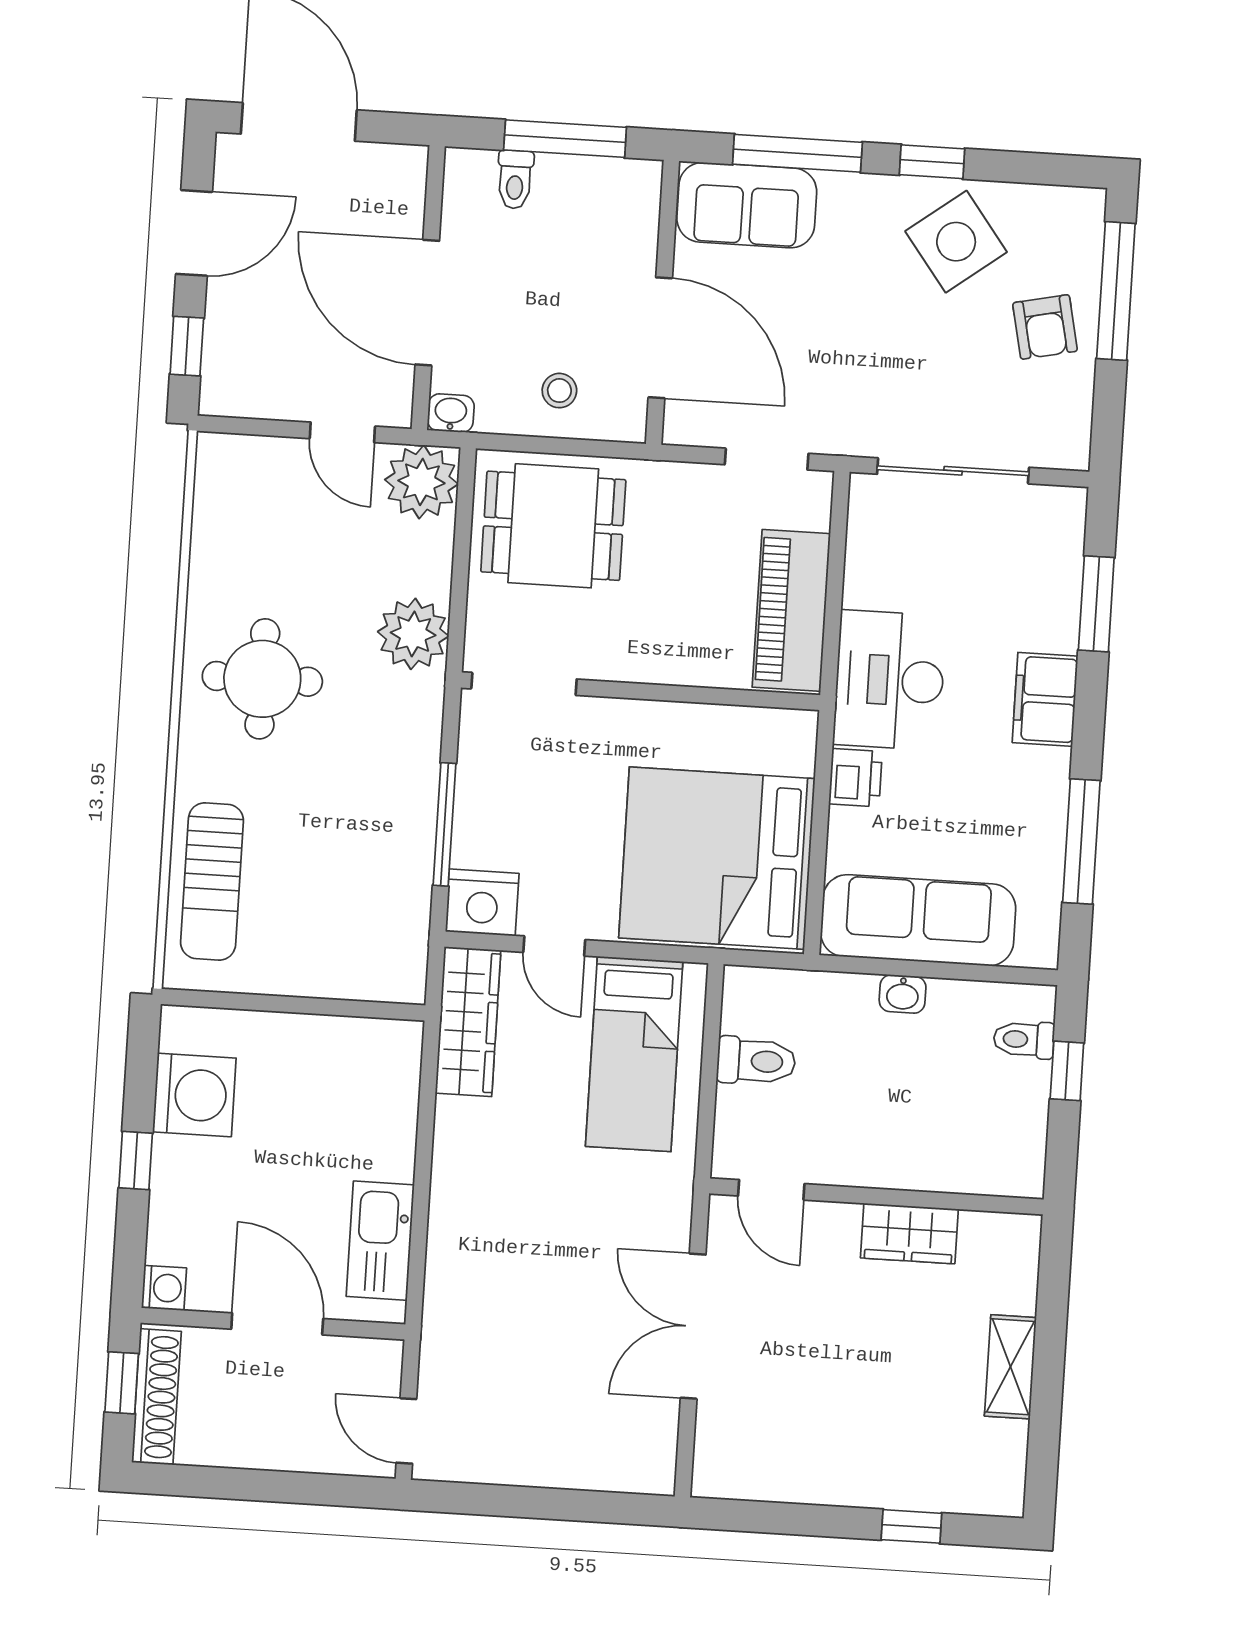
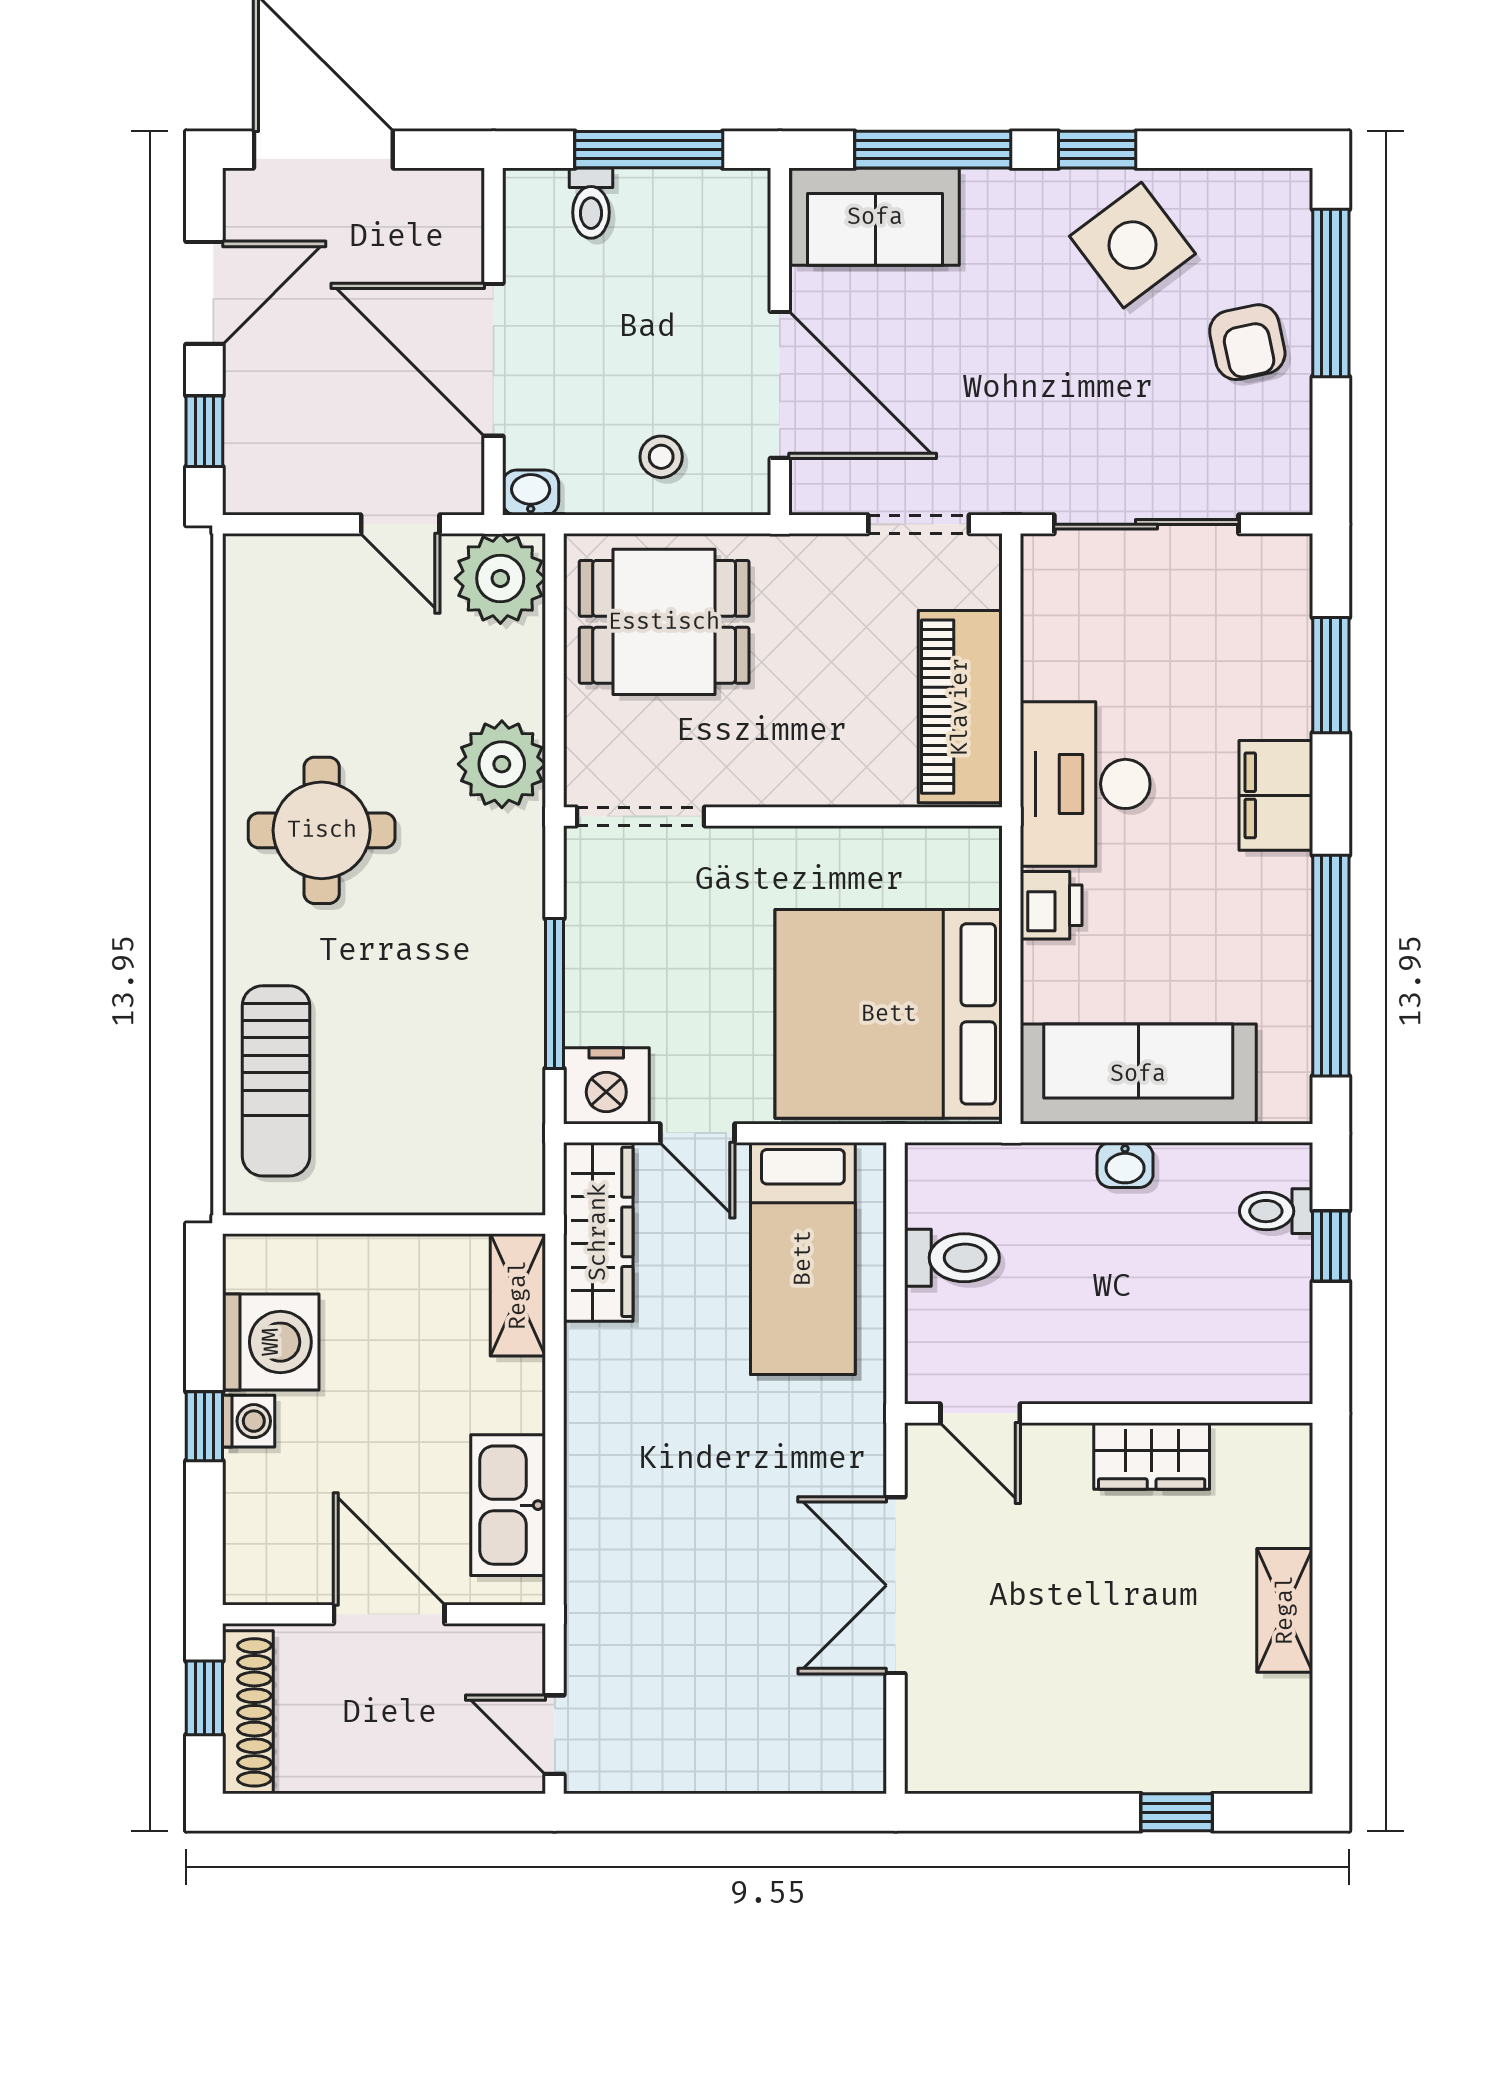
window: (1081, 842) -> (1331, 966), width x1.46
shelving: (399, 1069) -> (518, 1295), added
washing machine: (164, 1288) -> (249, 1421), moved

